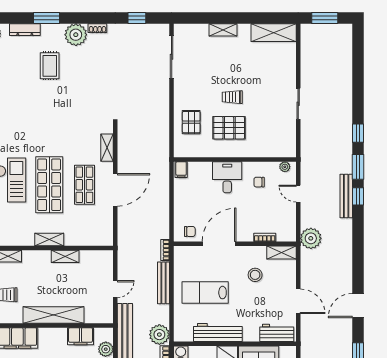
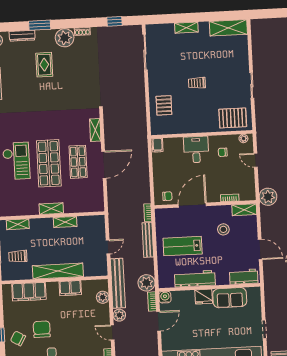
window: (325, 18) -> (270, 14), removed
pallet: (229, 128) -> (233, 118), moved
filing cabinet: (81, 336) -> (70, 288), moved

